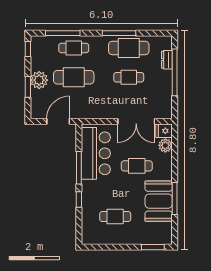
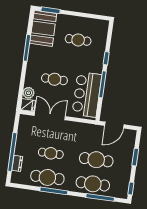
cafe table: (74, 48) -> (93, 184), width x1.37, depth x1.35
plant: (39, 80) -> (125, 161), removed
booth: (159, 201) -> (43, 28), moved

